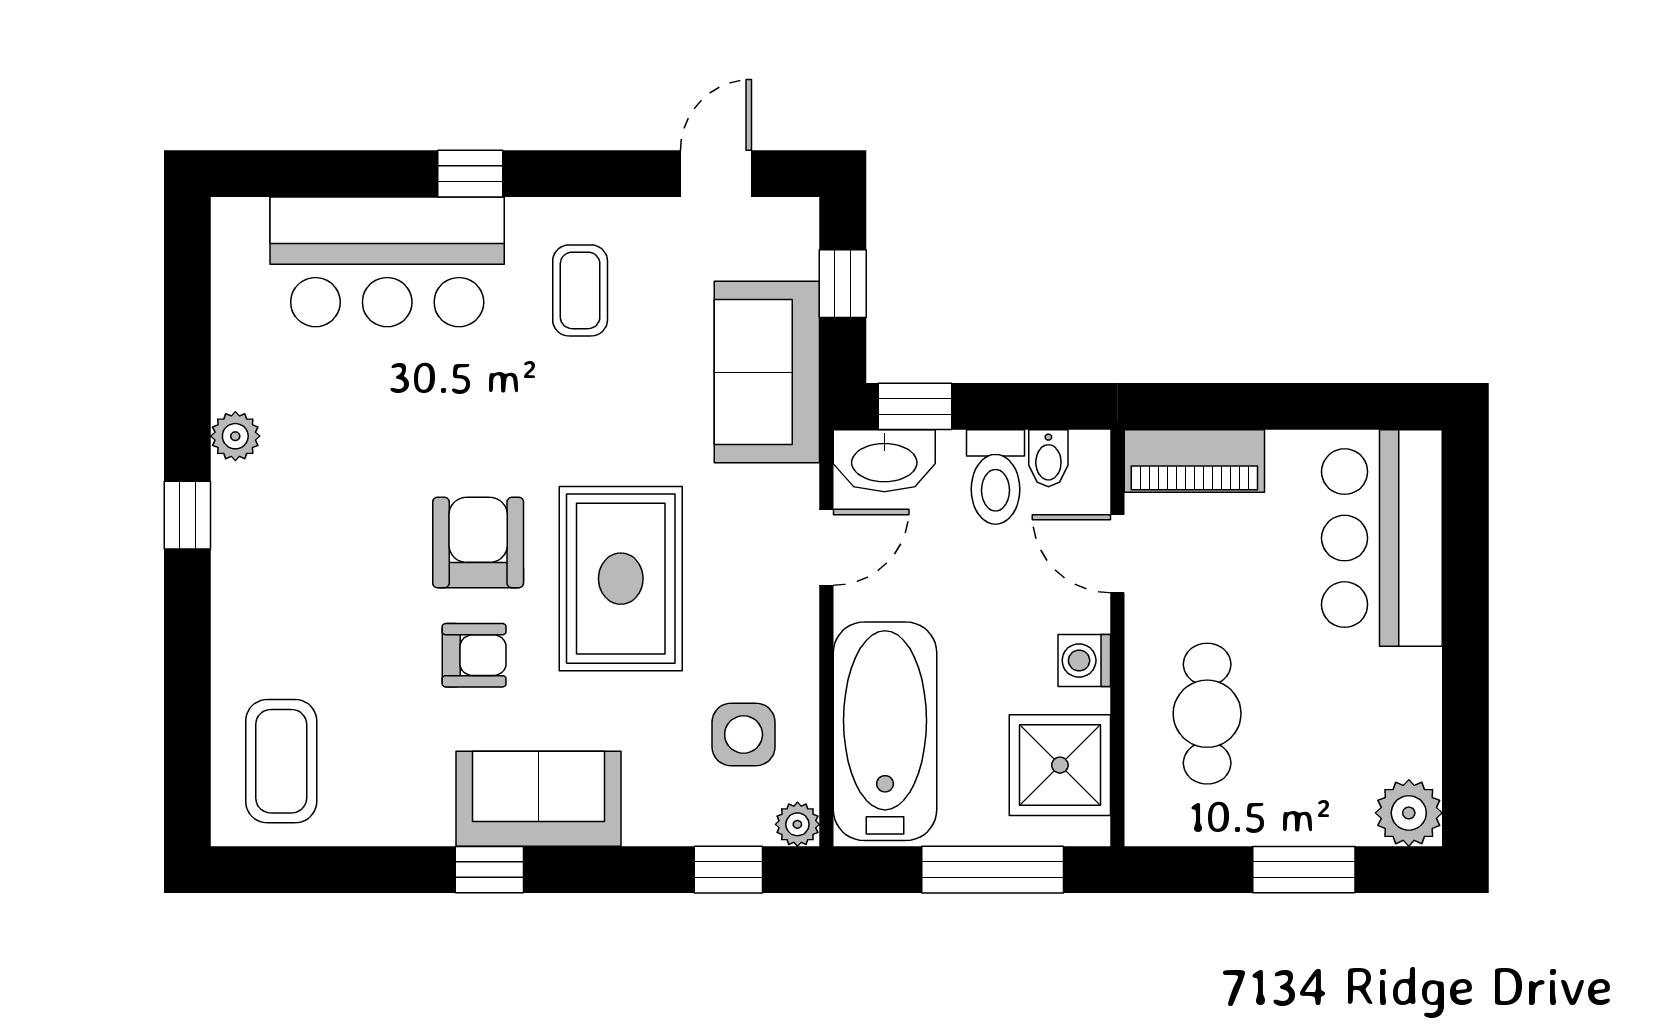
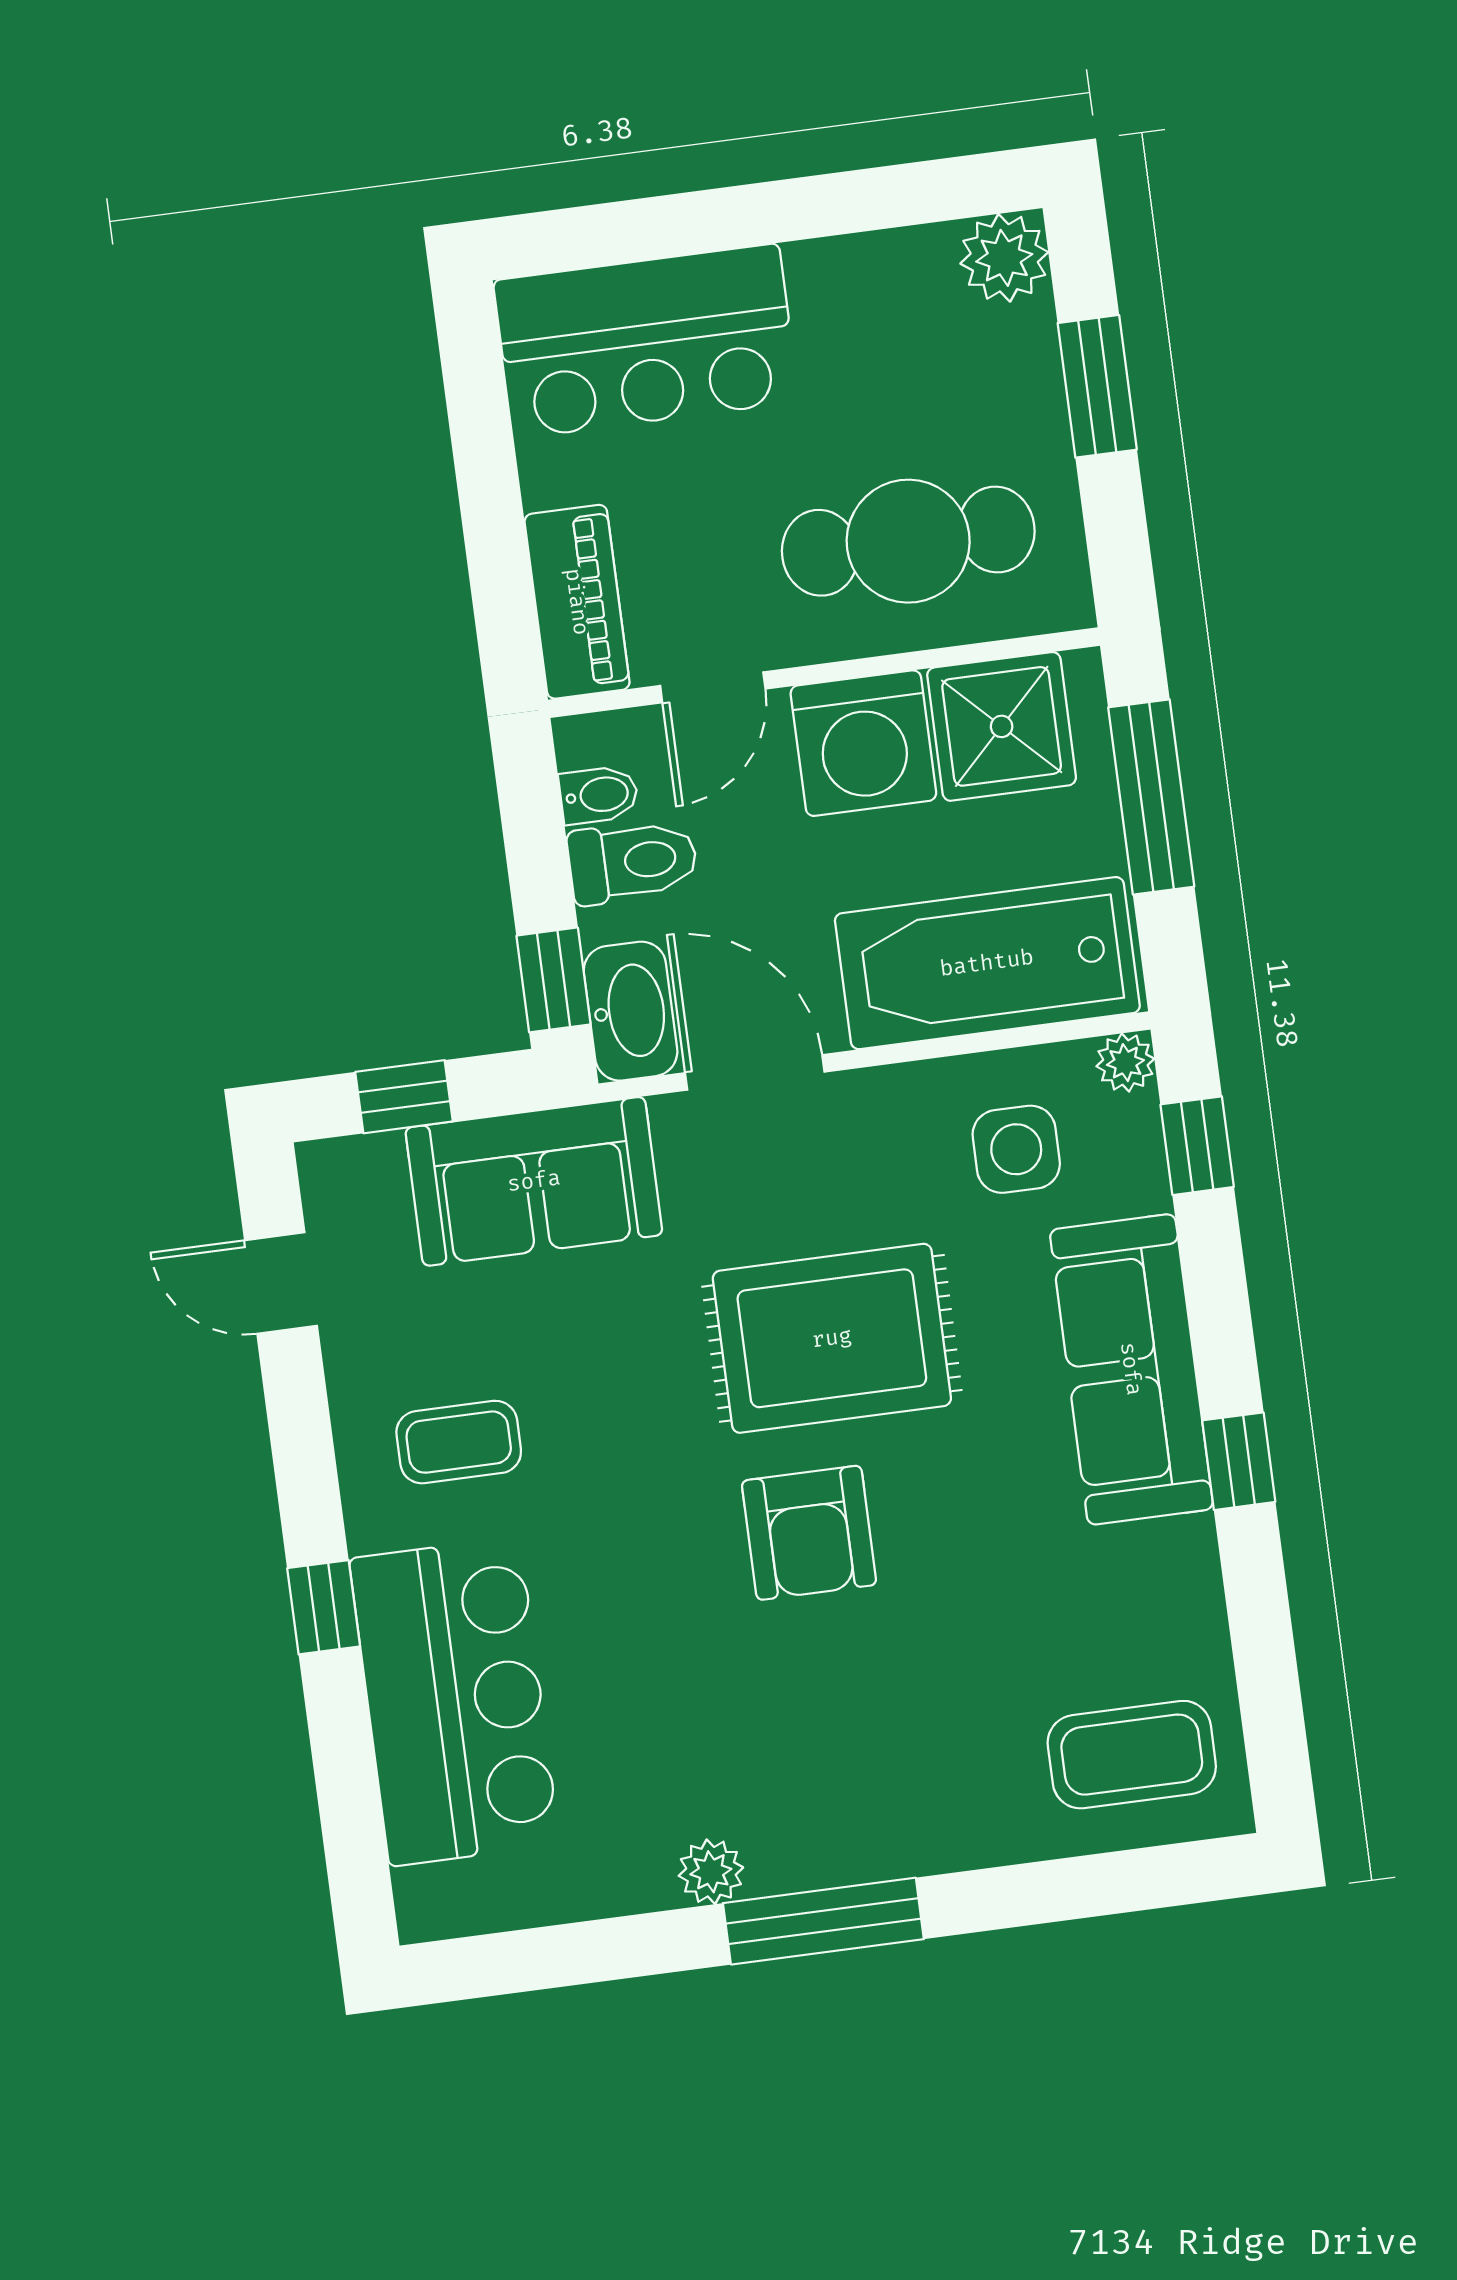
window: (187, 515) -> (823, 1921), width x2.17
armchair: (478, 543) -> (809, 1533), turned -90
door: (826, 547) -> (755, 1072), width x1.38
armchair: (474, 655) -> (958, 1519), removed
washing machine: (1084, 660) -> (863, 743), width x1.89, depth x1.89
cafe table: (1207, 714) -> (908, 541), width x1.37, depth x1.35
sofa: (539, 799) -> (1131, 1369), width x1.36

